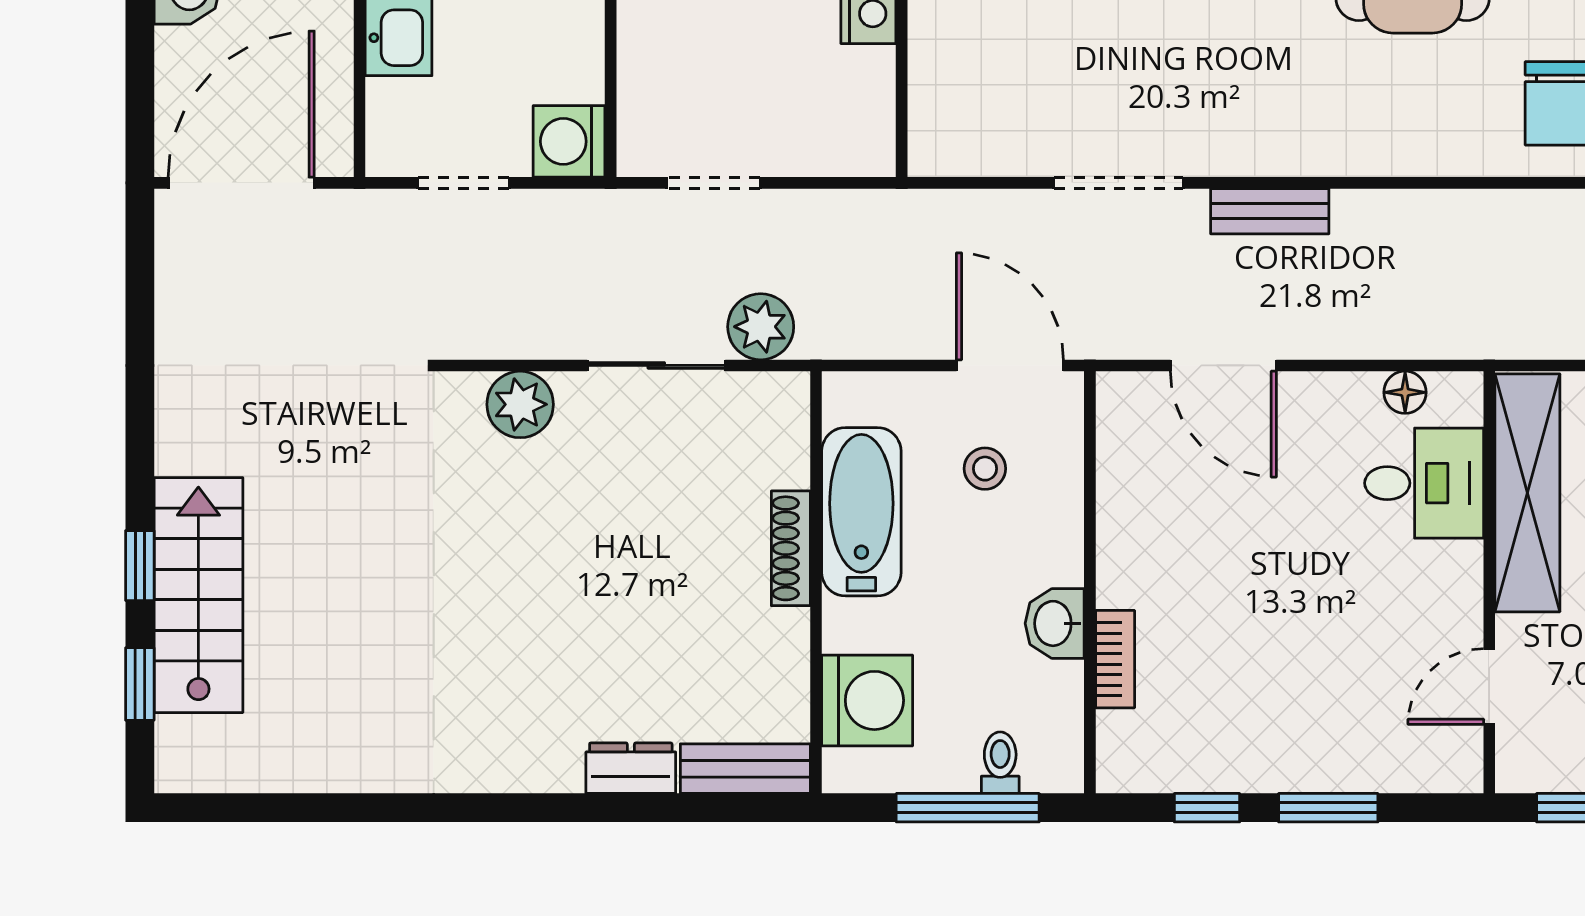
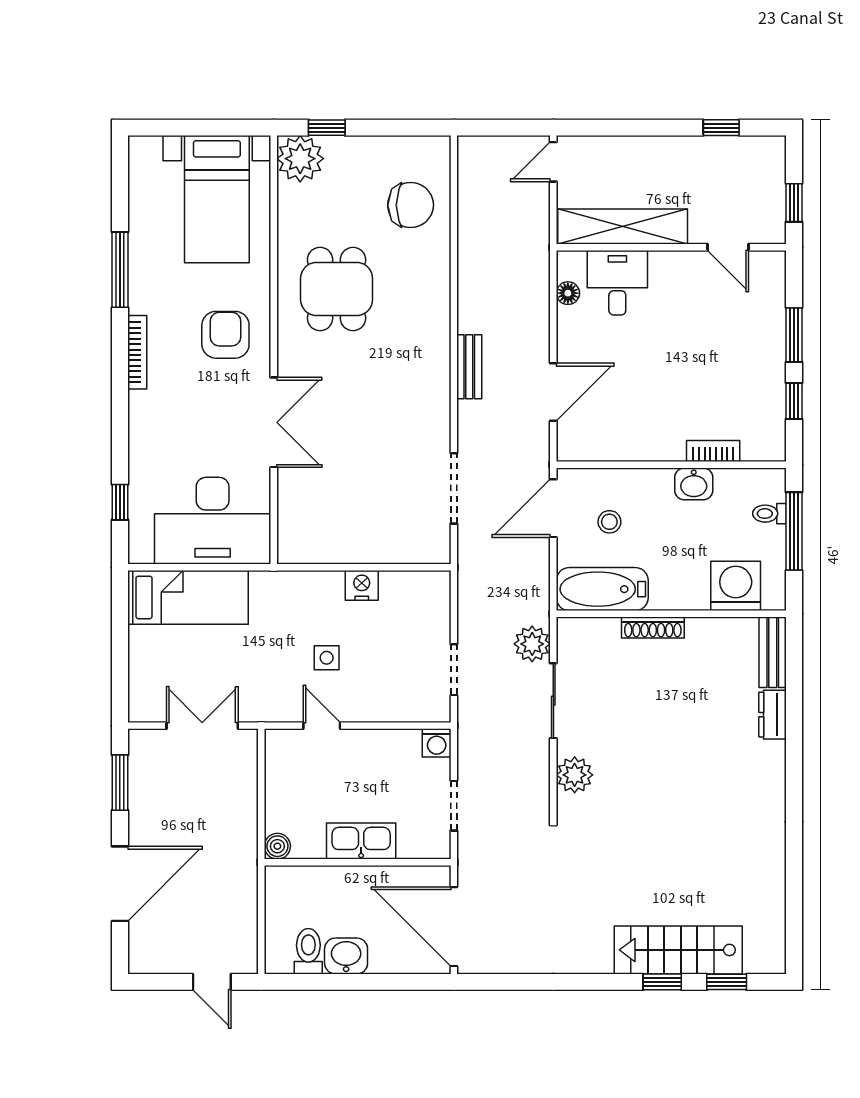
washing machine: (569, 141) -> (437, 743), width x0.73, depth x0.73
doorway: (1118, 183) -> (454, 488), moved
bathtub: (861, 512) -> (602, 589), moved

